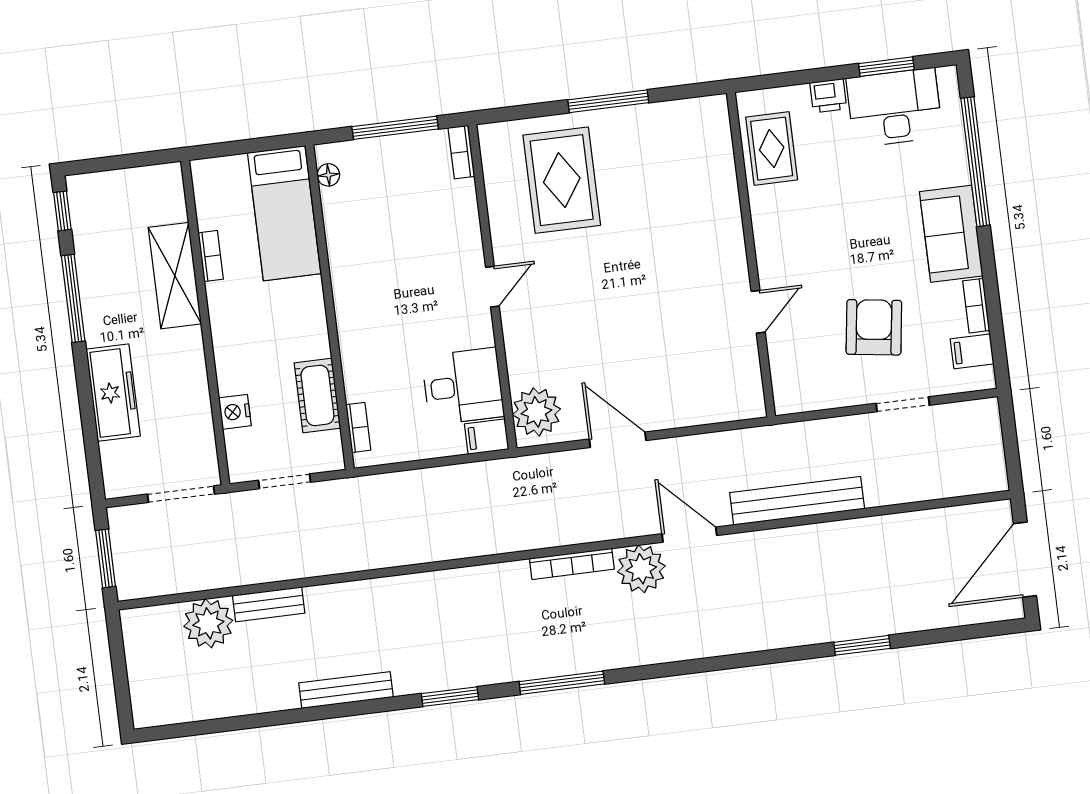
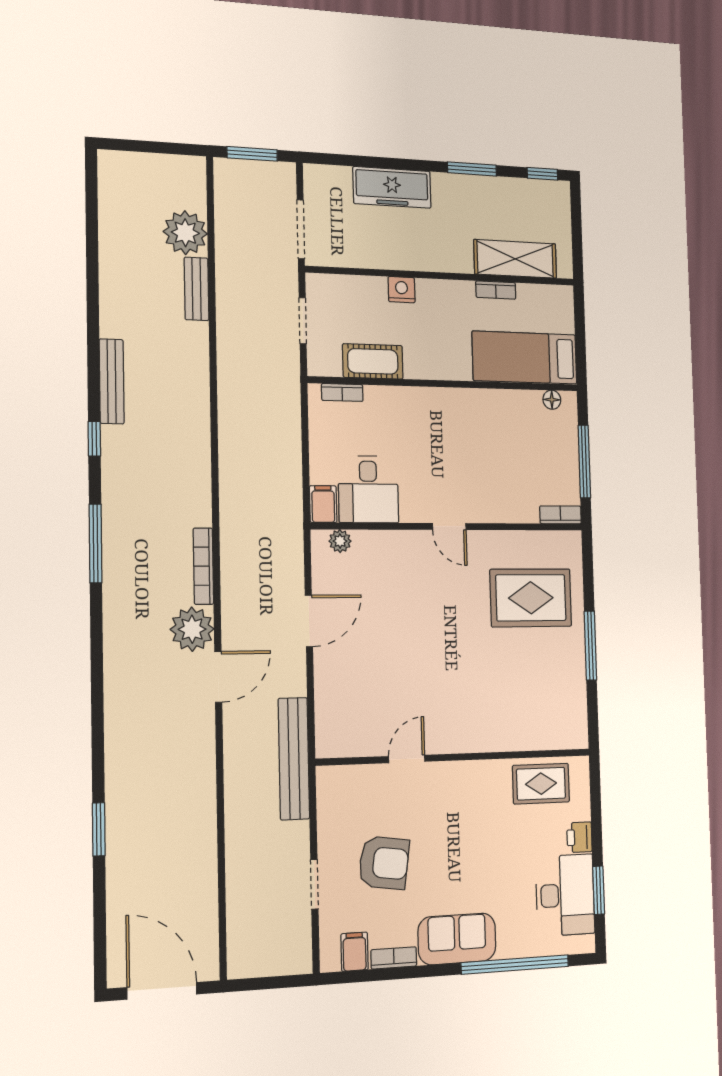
shelving: (175, 276) -> (515, 259), moved
window: (73, 298) -> (472, 169), width x0.69
door: (758, 312) -> (407, 759), swing flipped
nightstand: (235, 412) -> (402, 290), moved
plant: (536, 412) -> (340, 541), width x0.53, depth x0.53
bench: (797, 501) -> (294, 759), moved
bench: (346, 690) -> (112, 381), moved
window: (450, 697) -> (94, 439), width x0.67

